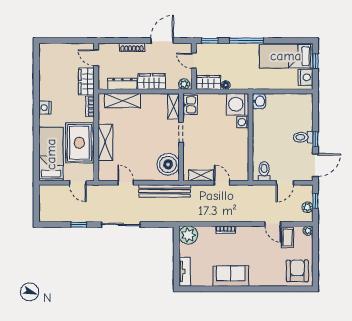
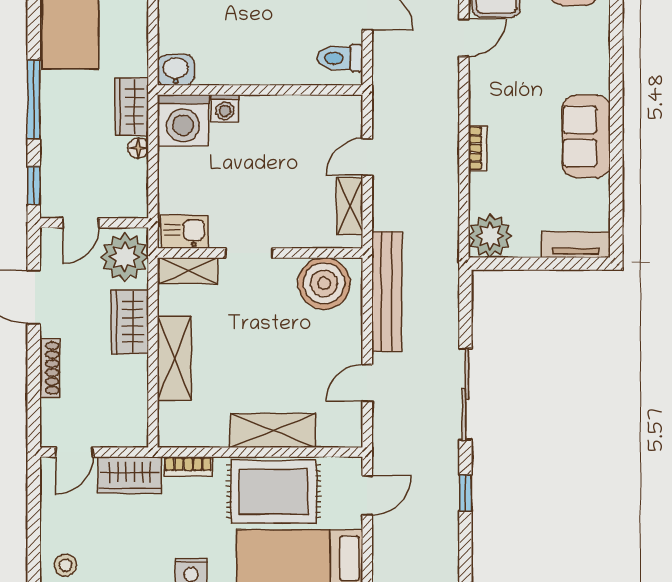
stool: (48, 54) -> (65, 565), added
wardrobe: (208, 82) -> (132, 107), moved
dresser: (122, 84) -> (135, 390), removed
plant: (184, 84) -> (125, 257), width x1.87, depth x1.87
shelving: (123, 101) -> (174, 358), moved

